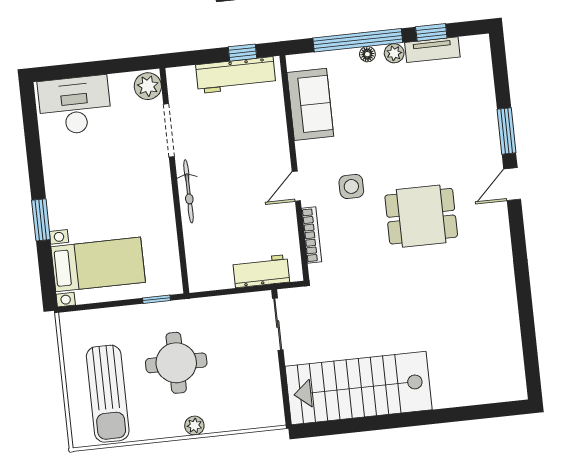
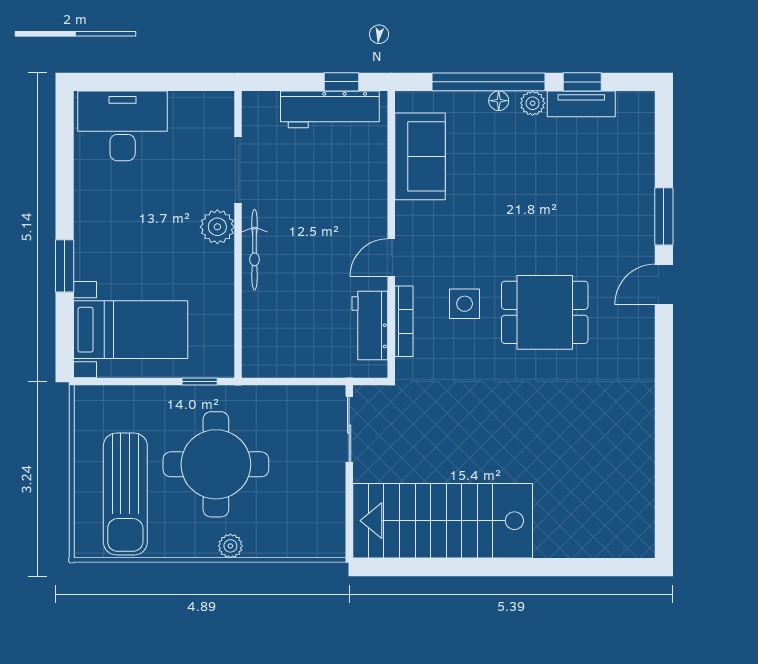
plant: (148, 86) -> (217, 227), moved
side table: (351, 186) -> (465, 304), moved
workbench: (261, 271) -> (370, 326), moved, turned -90
round table: (176, 363) -> (216, 464), width x1.36, depth x1.36

